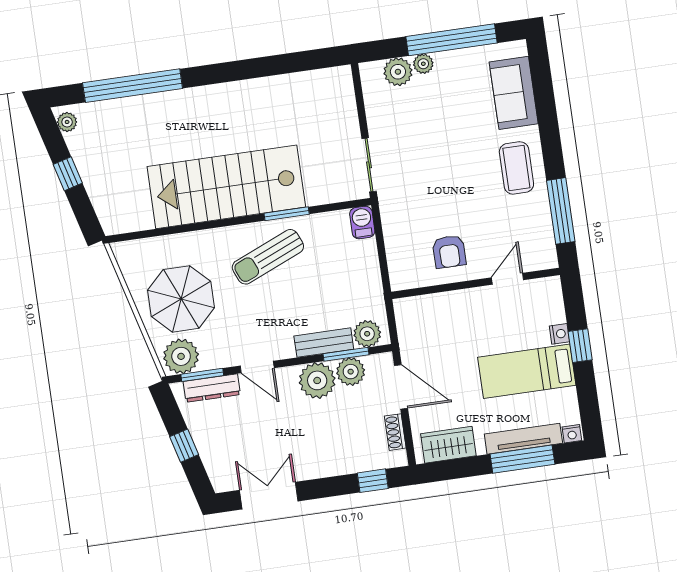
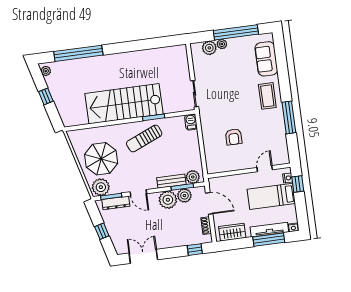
door: (507, 279) -> (265, 169), moved
wall: (475, 283) -> (249, 171), moved

